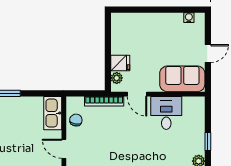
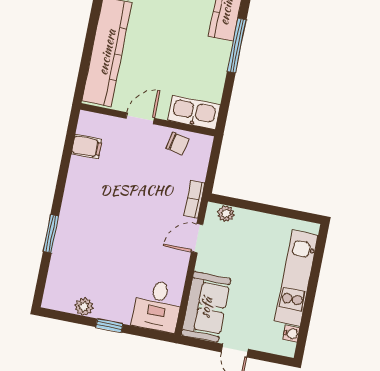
kitchen unit: (151, 22) -> (296, 278), added
fridge: (120, 63) -> (246, 223), removed
bookcase: (104, 101) -> (194, 199), width x0.64
desk: (166, 113) -> (157, 306), moved, turned 90

